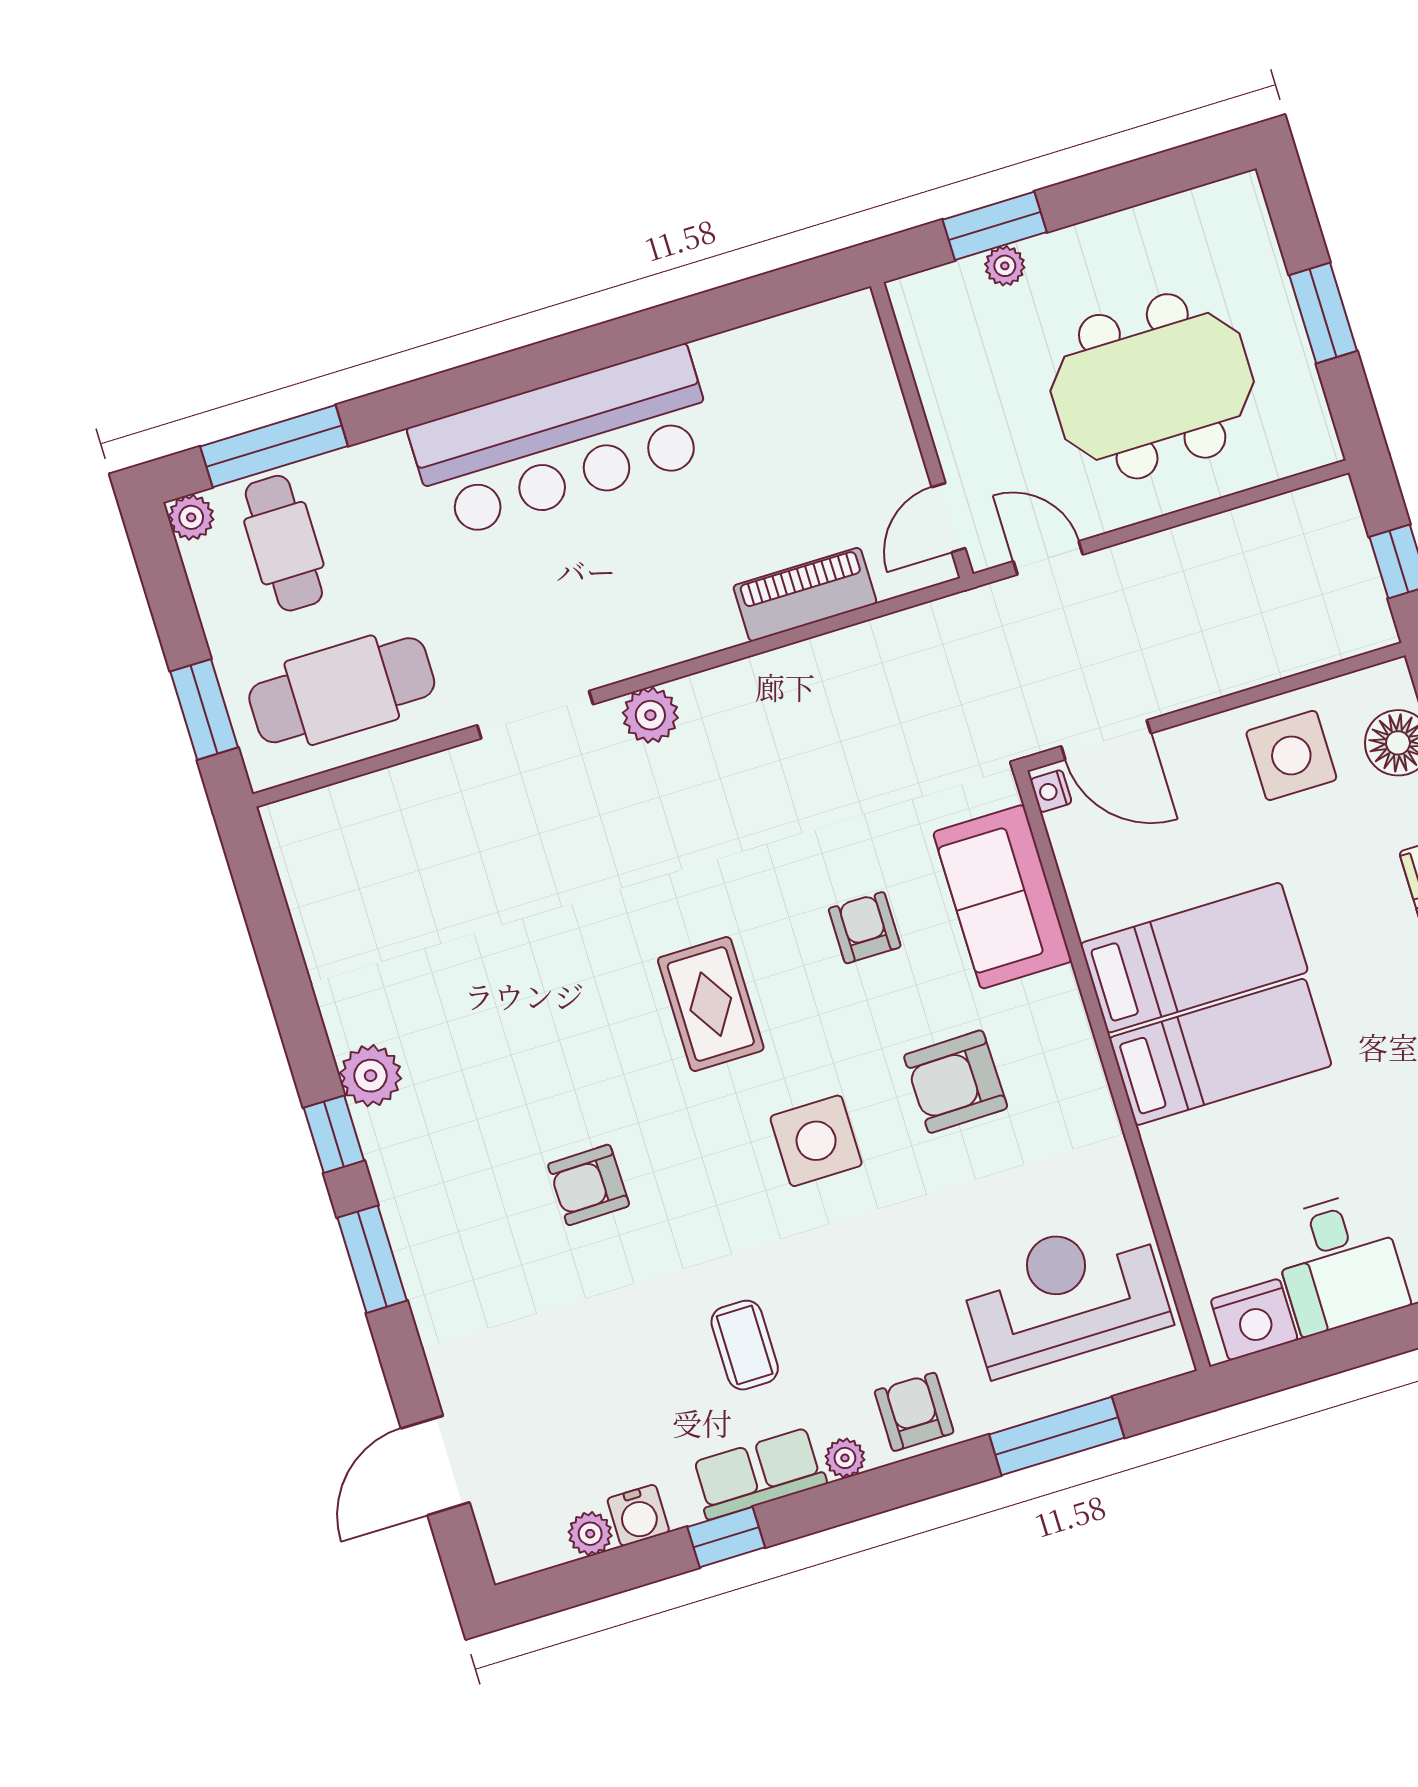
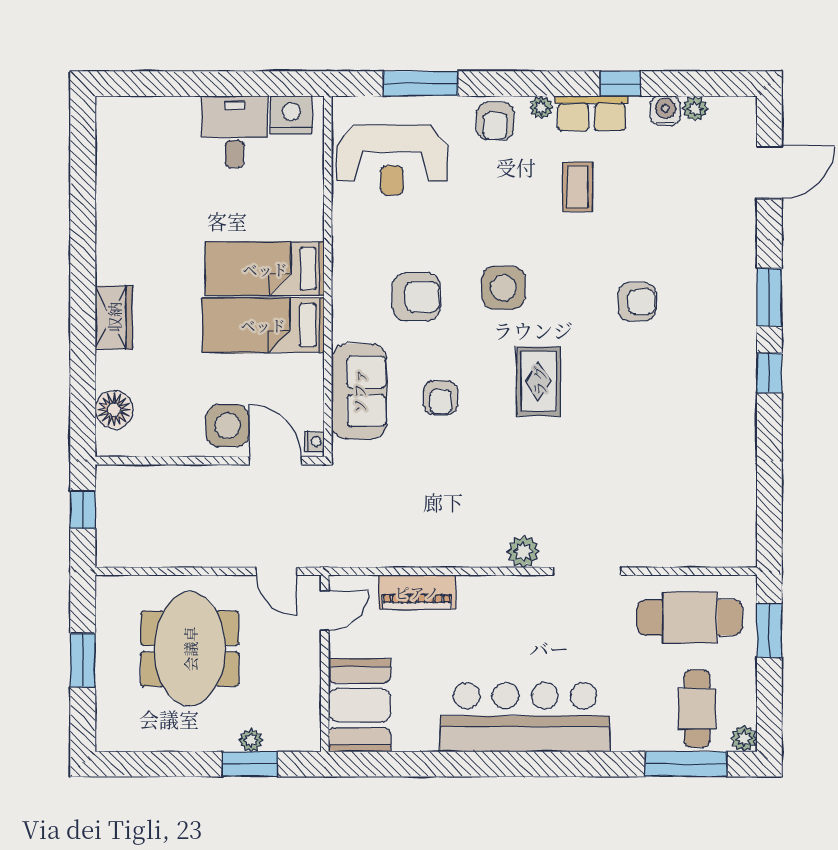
booth: (843, 378) -> (360, 705), added
meeting table: (1152, 386) -> (190, 649), turned 90
side table: (1291, 755) -> (227, 426), moved
plant: (371, 1076) -> (739, 399), removed

